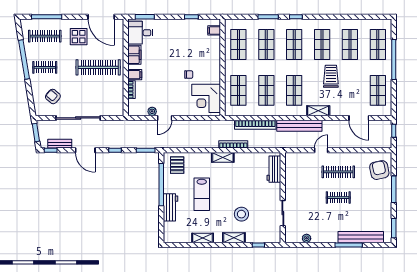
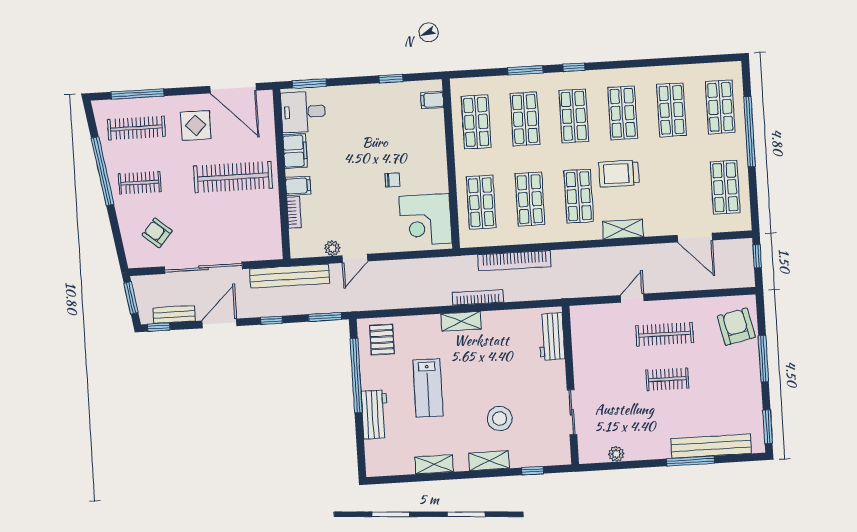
trolley: (331, 76) -> (619, 173), moved, turned -90
bench: (299, 126) -> (290, 276), moved
door: (85, 150) -> (219, 323), swing flipped

